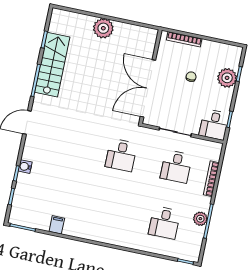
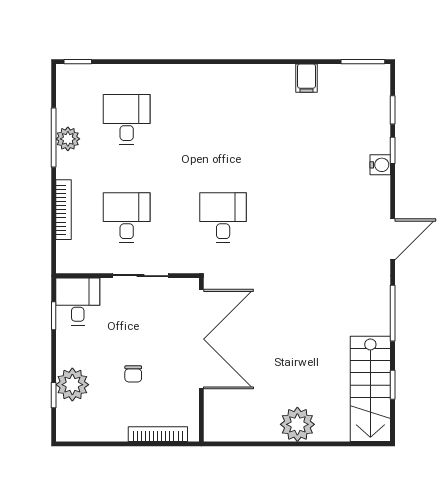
stairs: (52, 65) -> (370, 389), moved

